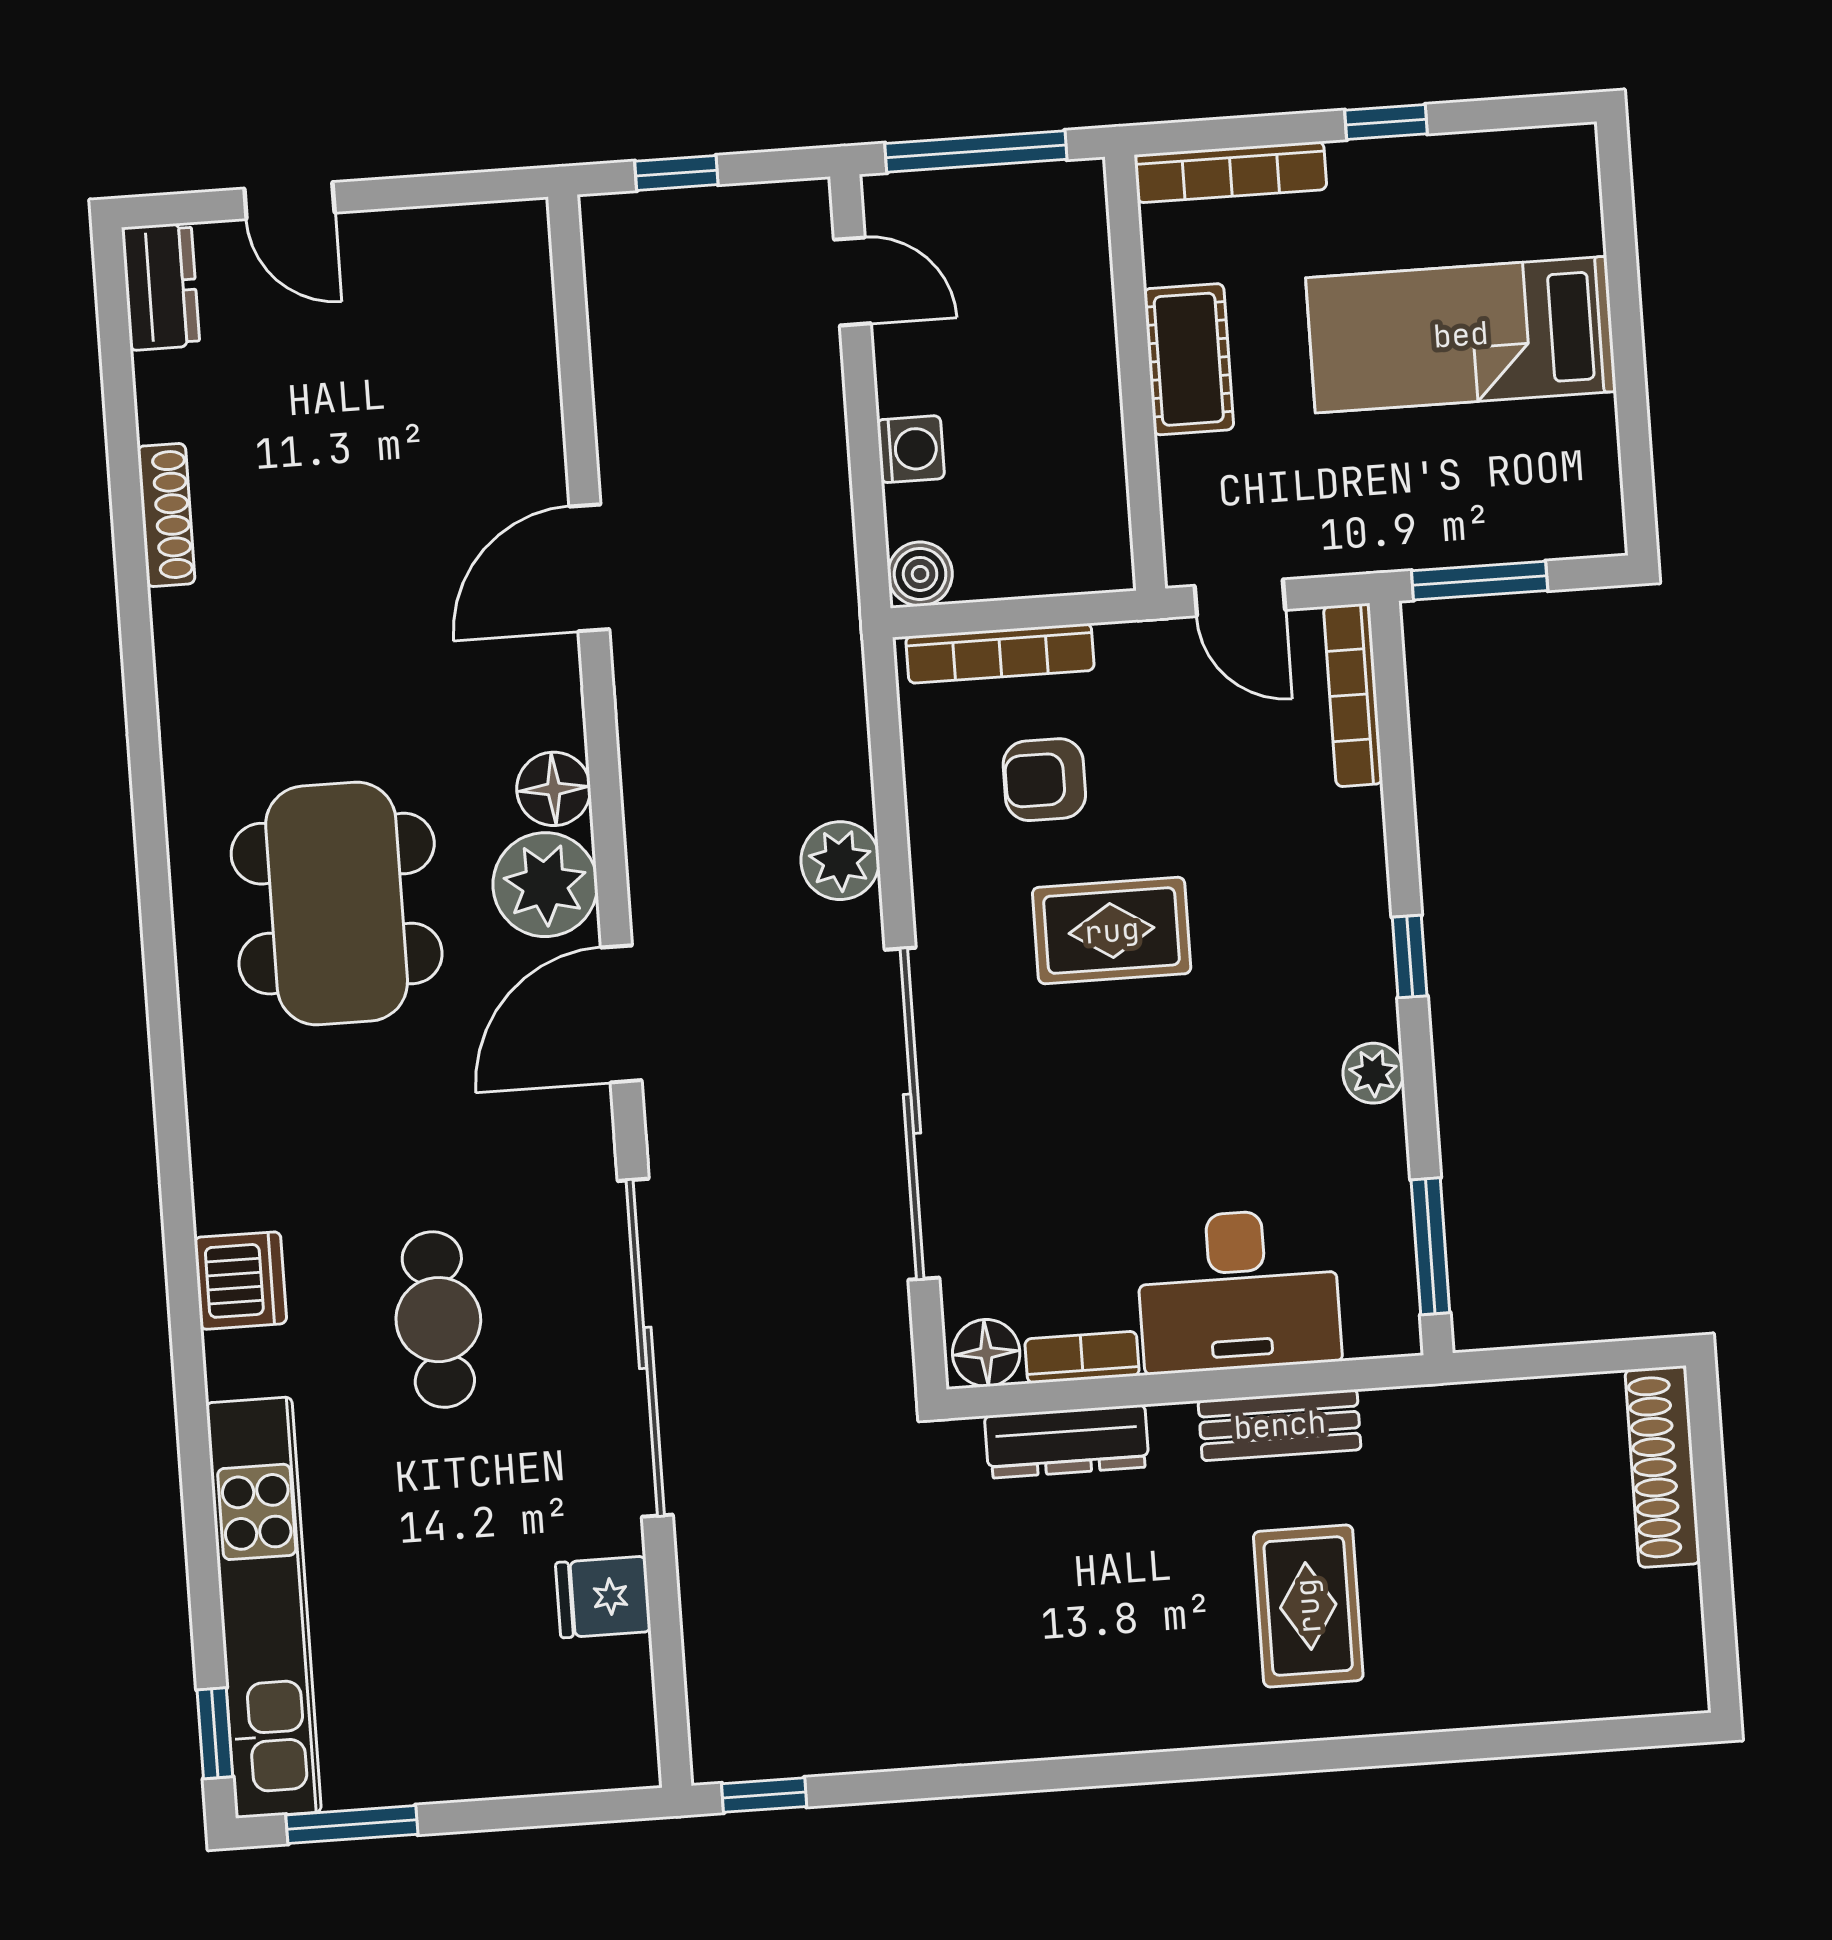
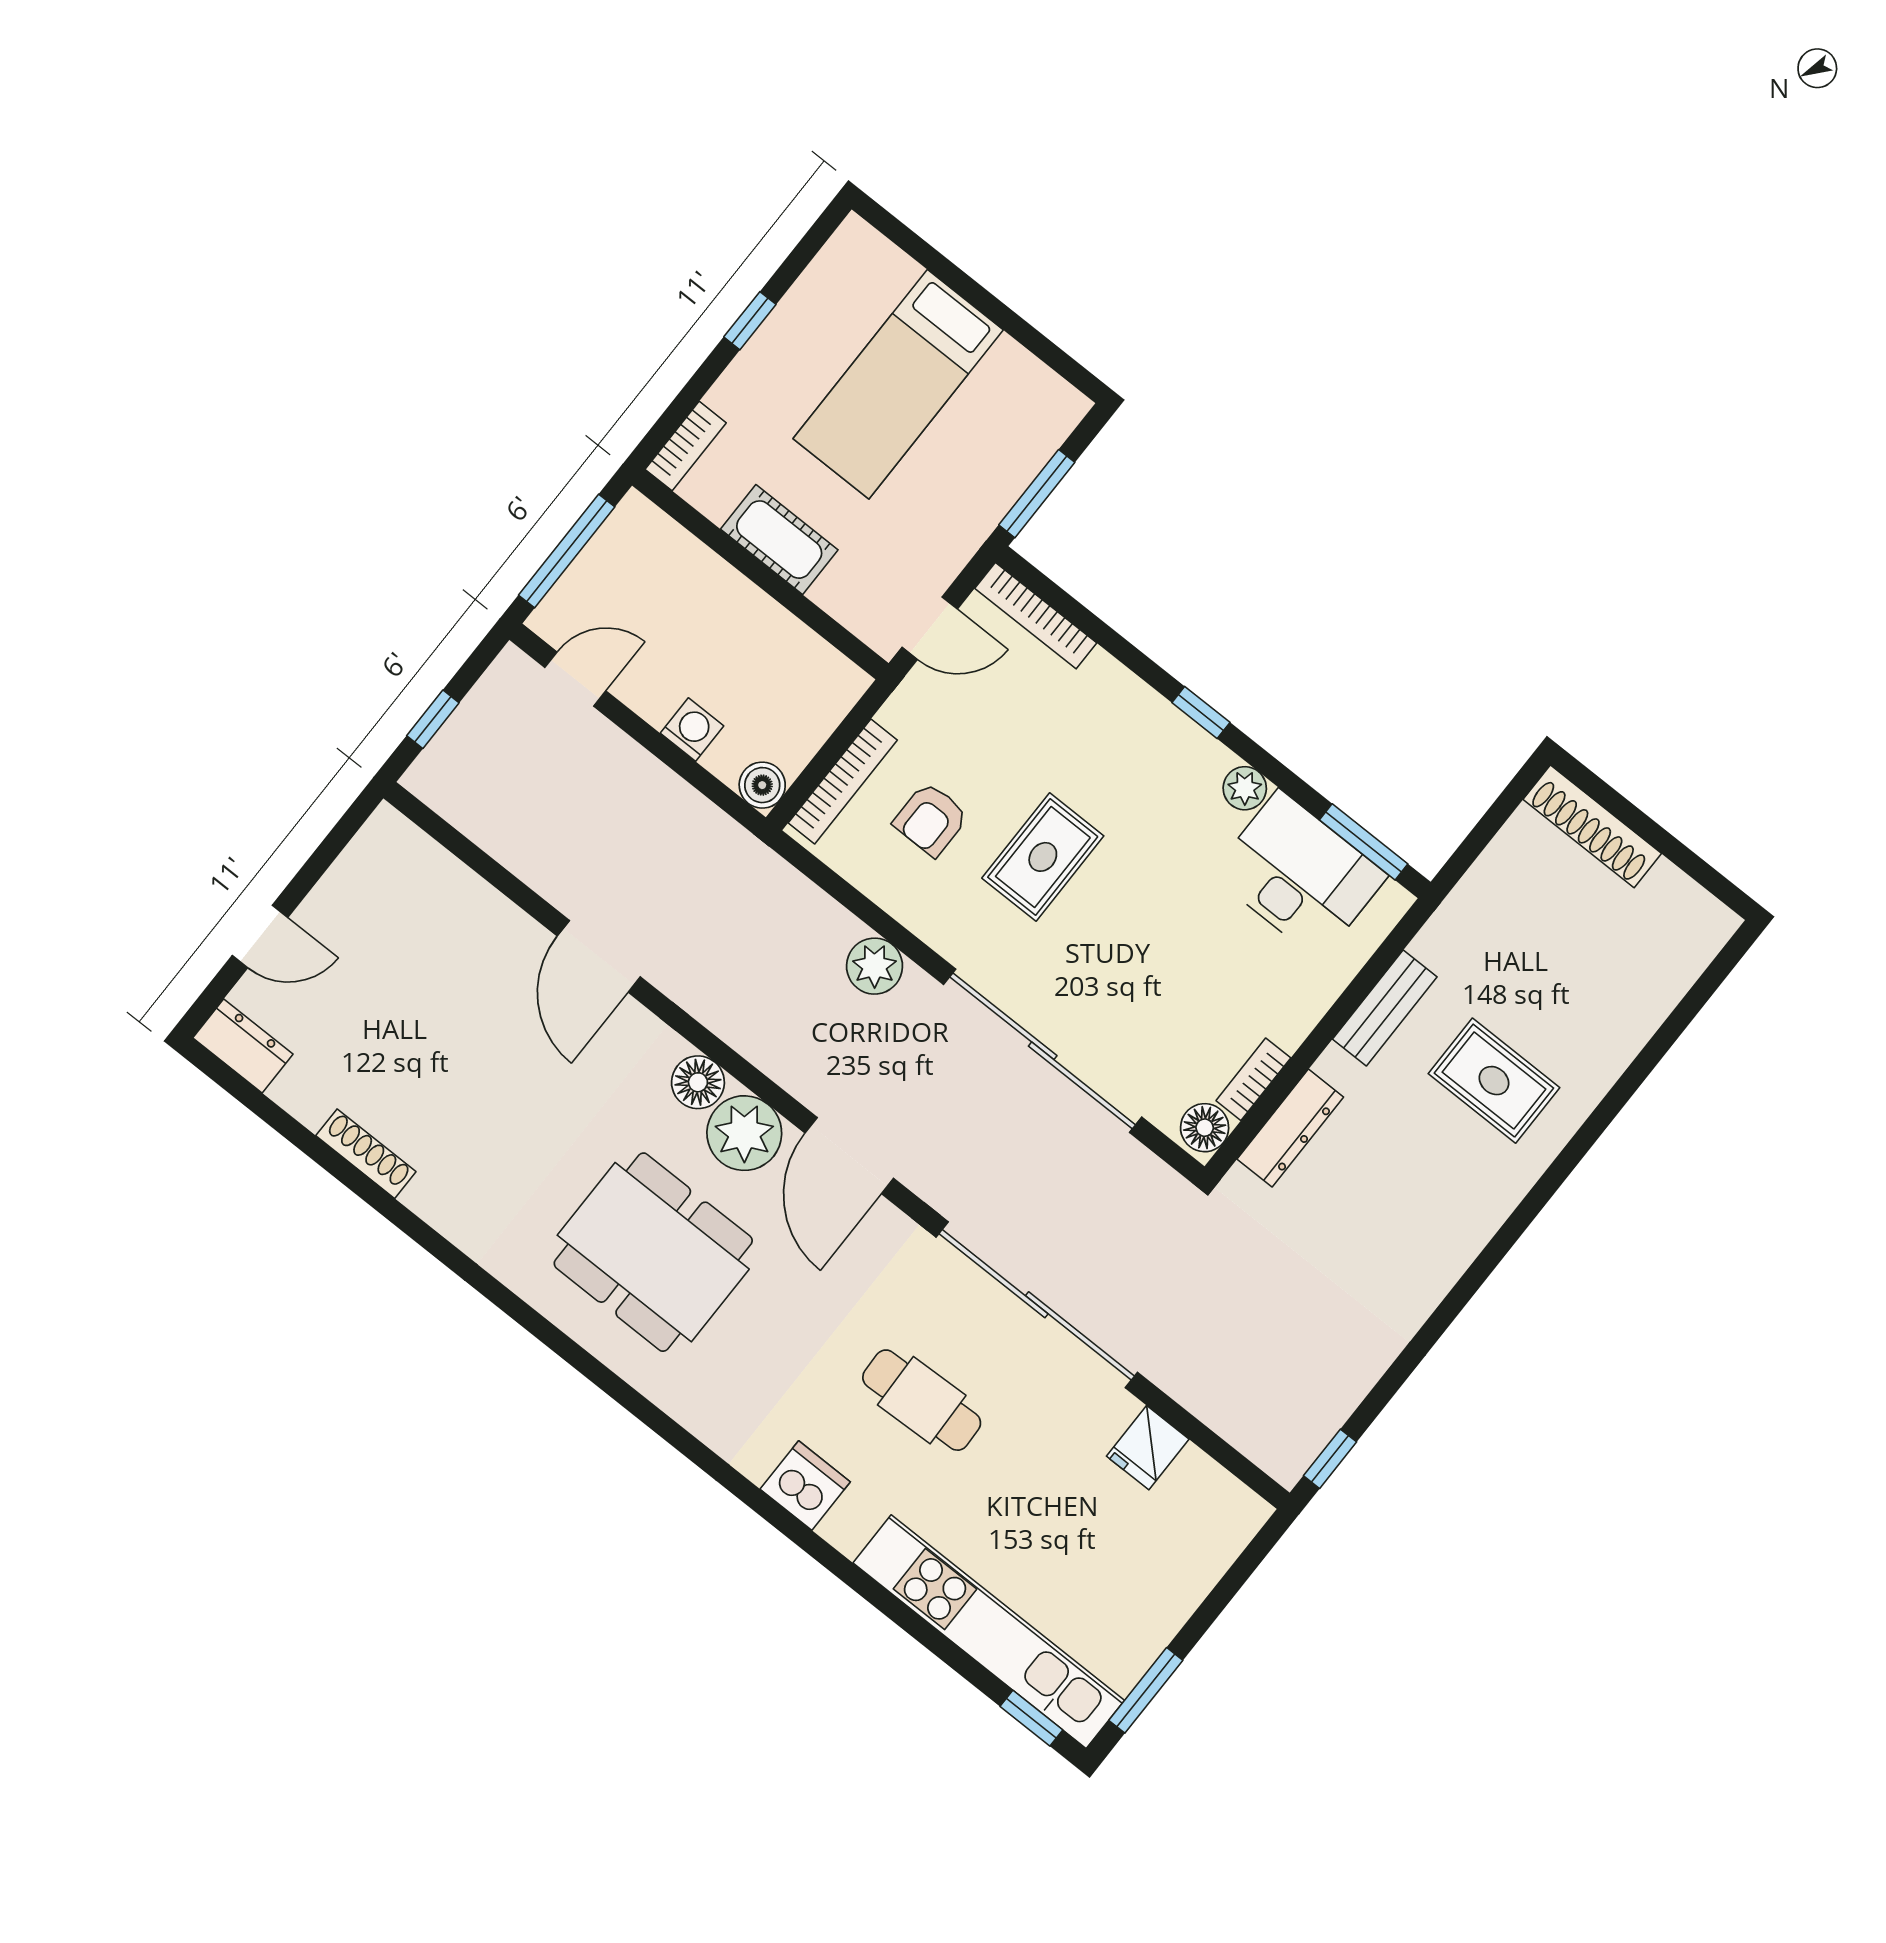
bookcase: (1230, 172) -> (686, 446), width x0.64
desk: (1238, 1291) -> (1299, 875), moved, turned -90

